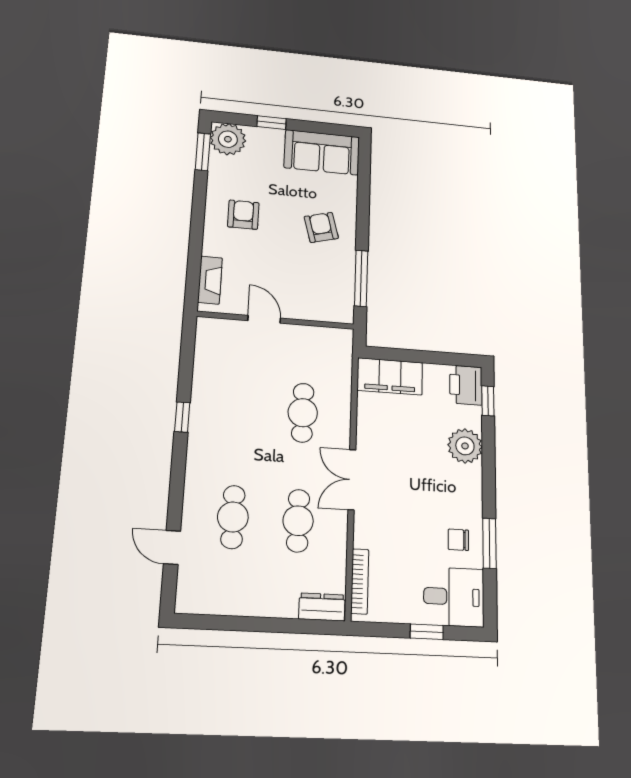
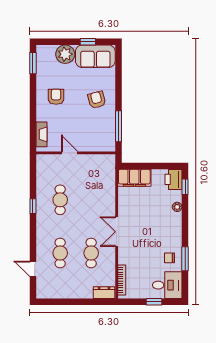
window: (272, 123) -> (88, 42), moved
plant: (228, 139) -> (65, 54), moved
cafe table: (303, 413) -> (60, 200), moved
plant: (465, 446) -> (177, 207), width x0.53, depth x0.53

